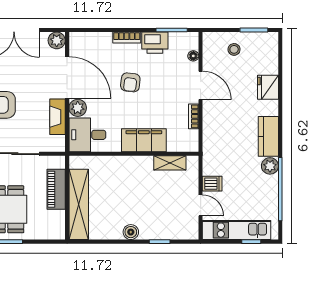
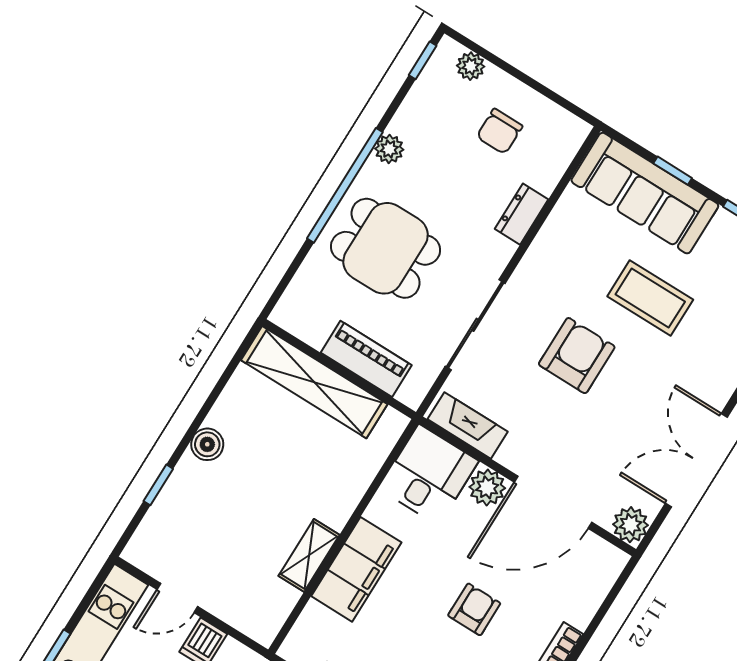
armchair: (130, 82) -> (474, 609), turned 83
fireplace: (58, 117) -> (468, 425), moved
shelving: (170, 163) -> (309, 555), moved

